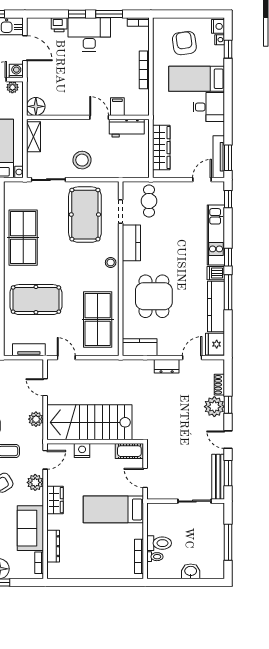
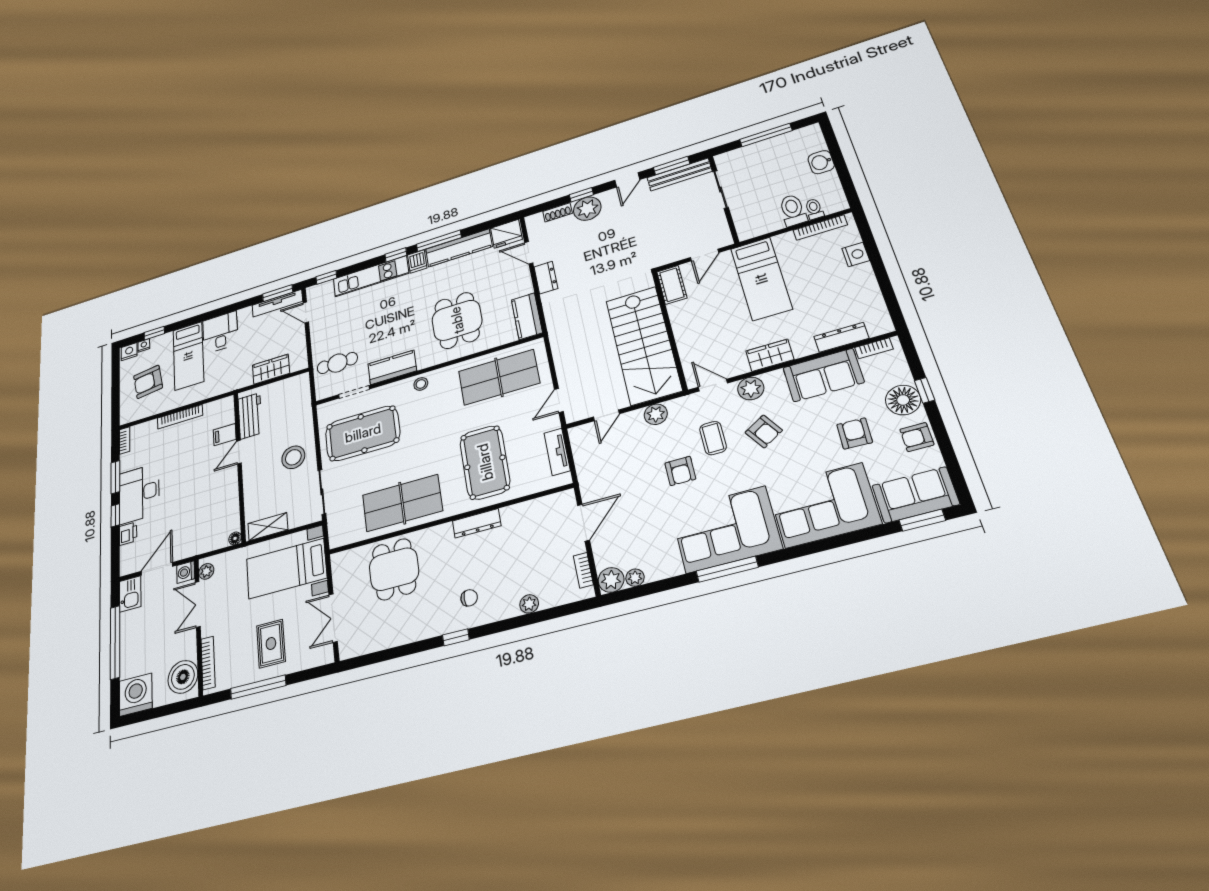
floor lamp: (36, 106) -> (235, 538), width x0.53, depth x0.53
wardrobe: (161, 148) -> (271, 369), width x0.67
dining table: (154, 296) -> (457, 320), turned 90
nightstand: (82, 450) -> (856, 254), moved, turned 180

